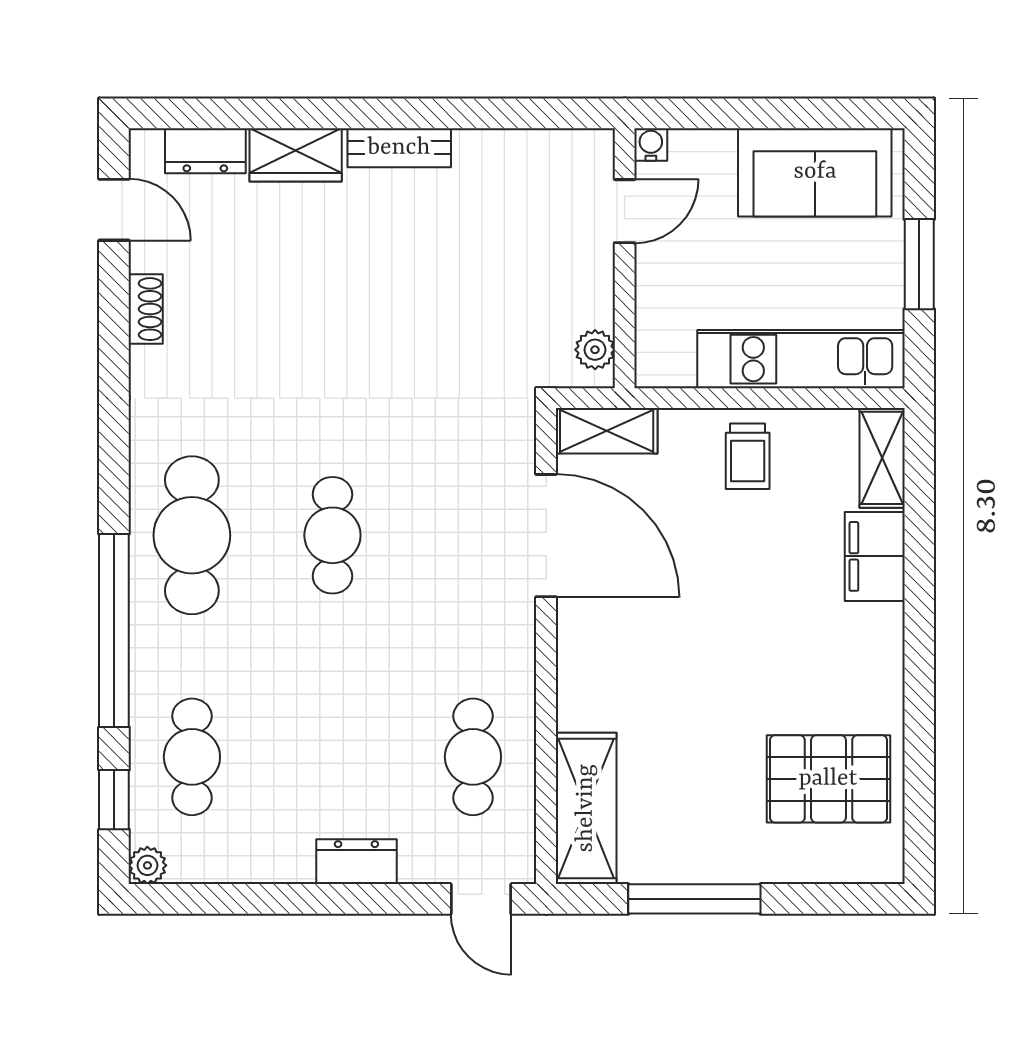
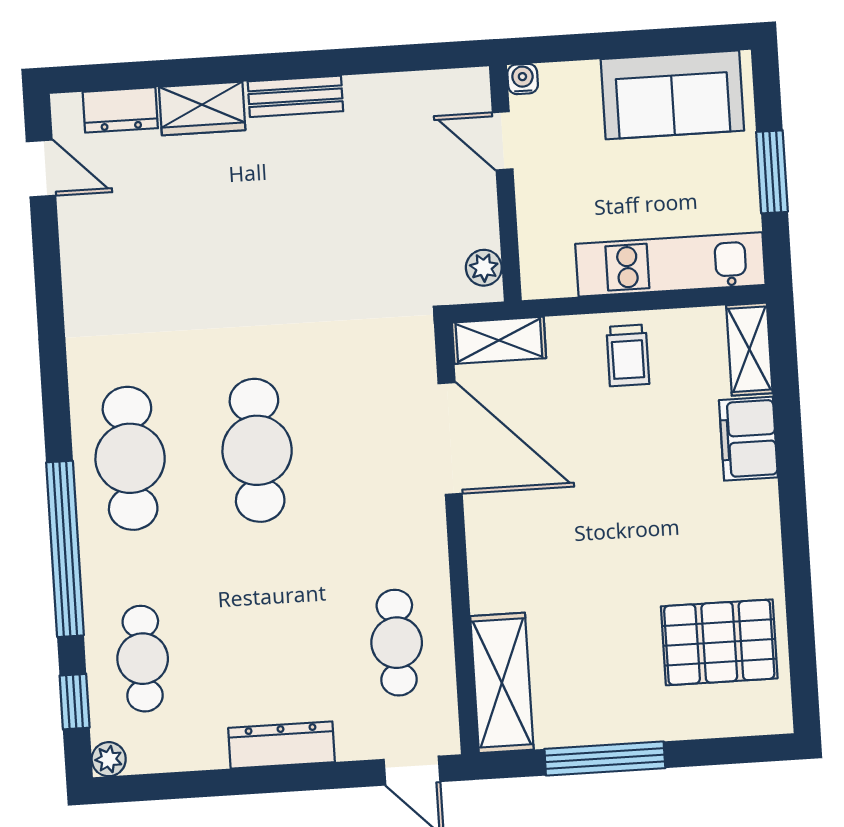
door: (625, 211) -> (503, 141), swing flipped
shoe rack: (146, 309) -> (75, 256), removed
cafe table: (332, 535) -> (257, 450), width x1.37, depth x1.35
dresser: (356, 862) -> (281, 745), width x1.44

